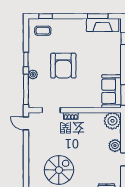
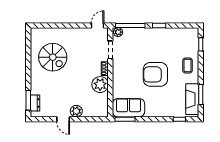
coffee table: (43, 31) -> (188, 66), moved
armchair: (63, 66) -> (155, 74), moved
plant: (33, 74) -> (118, 32), moved
plant: (112, 121) -> (100, 85), moved

